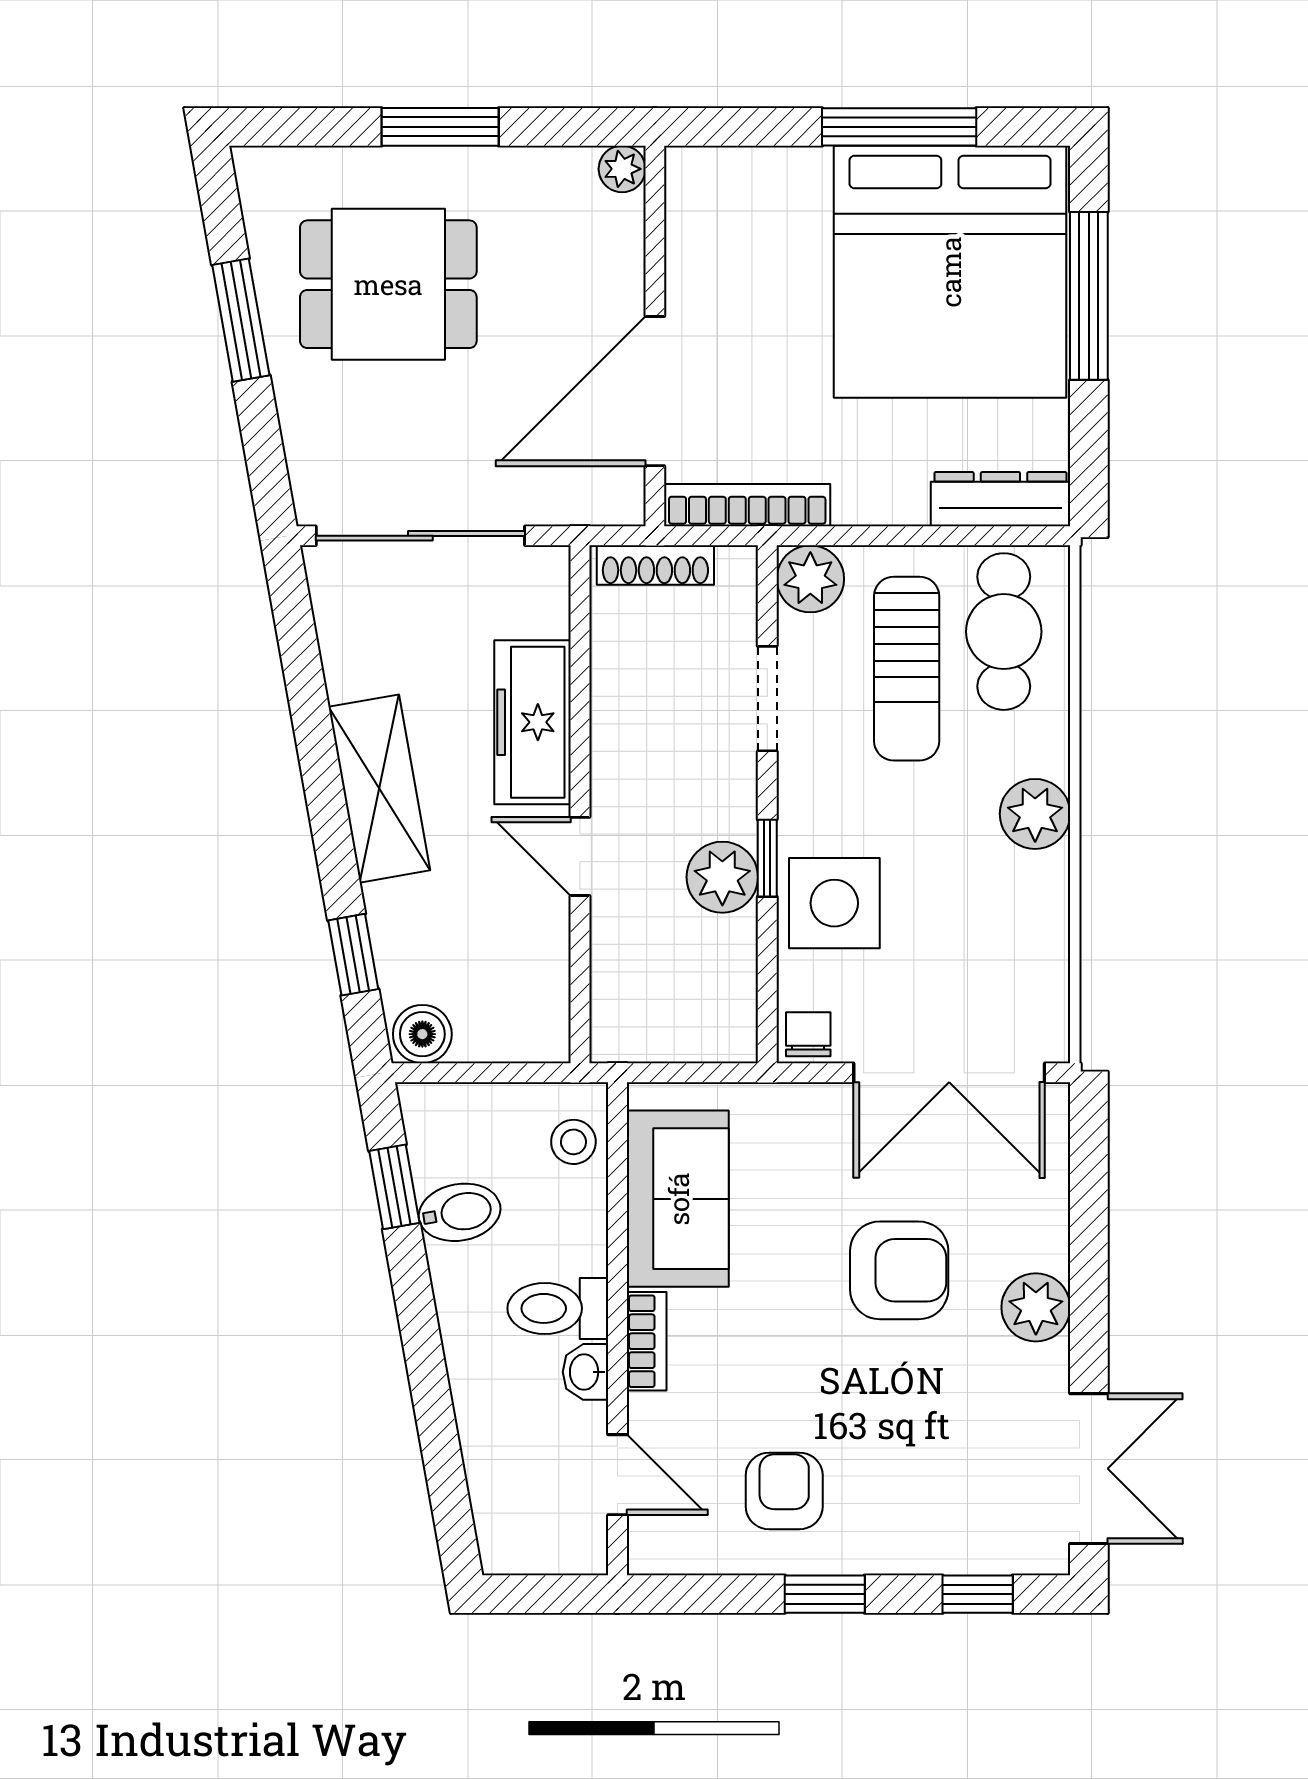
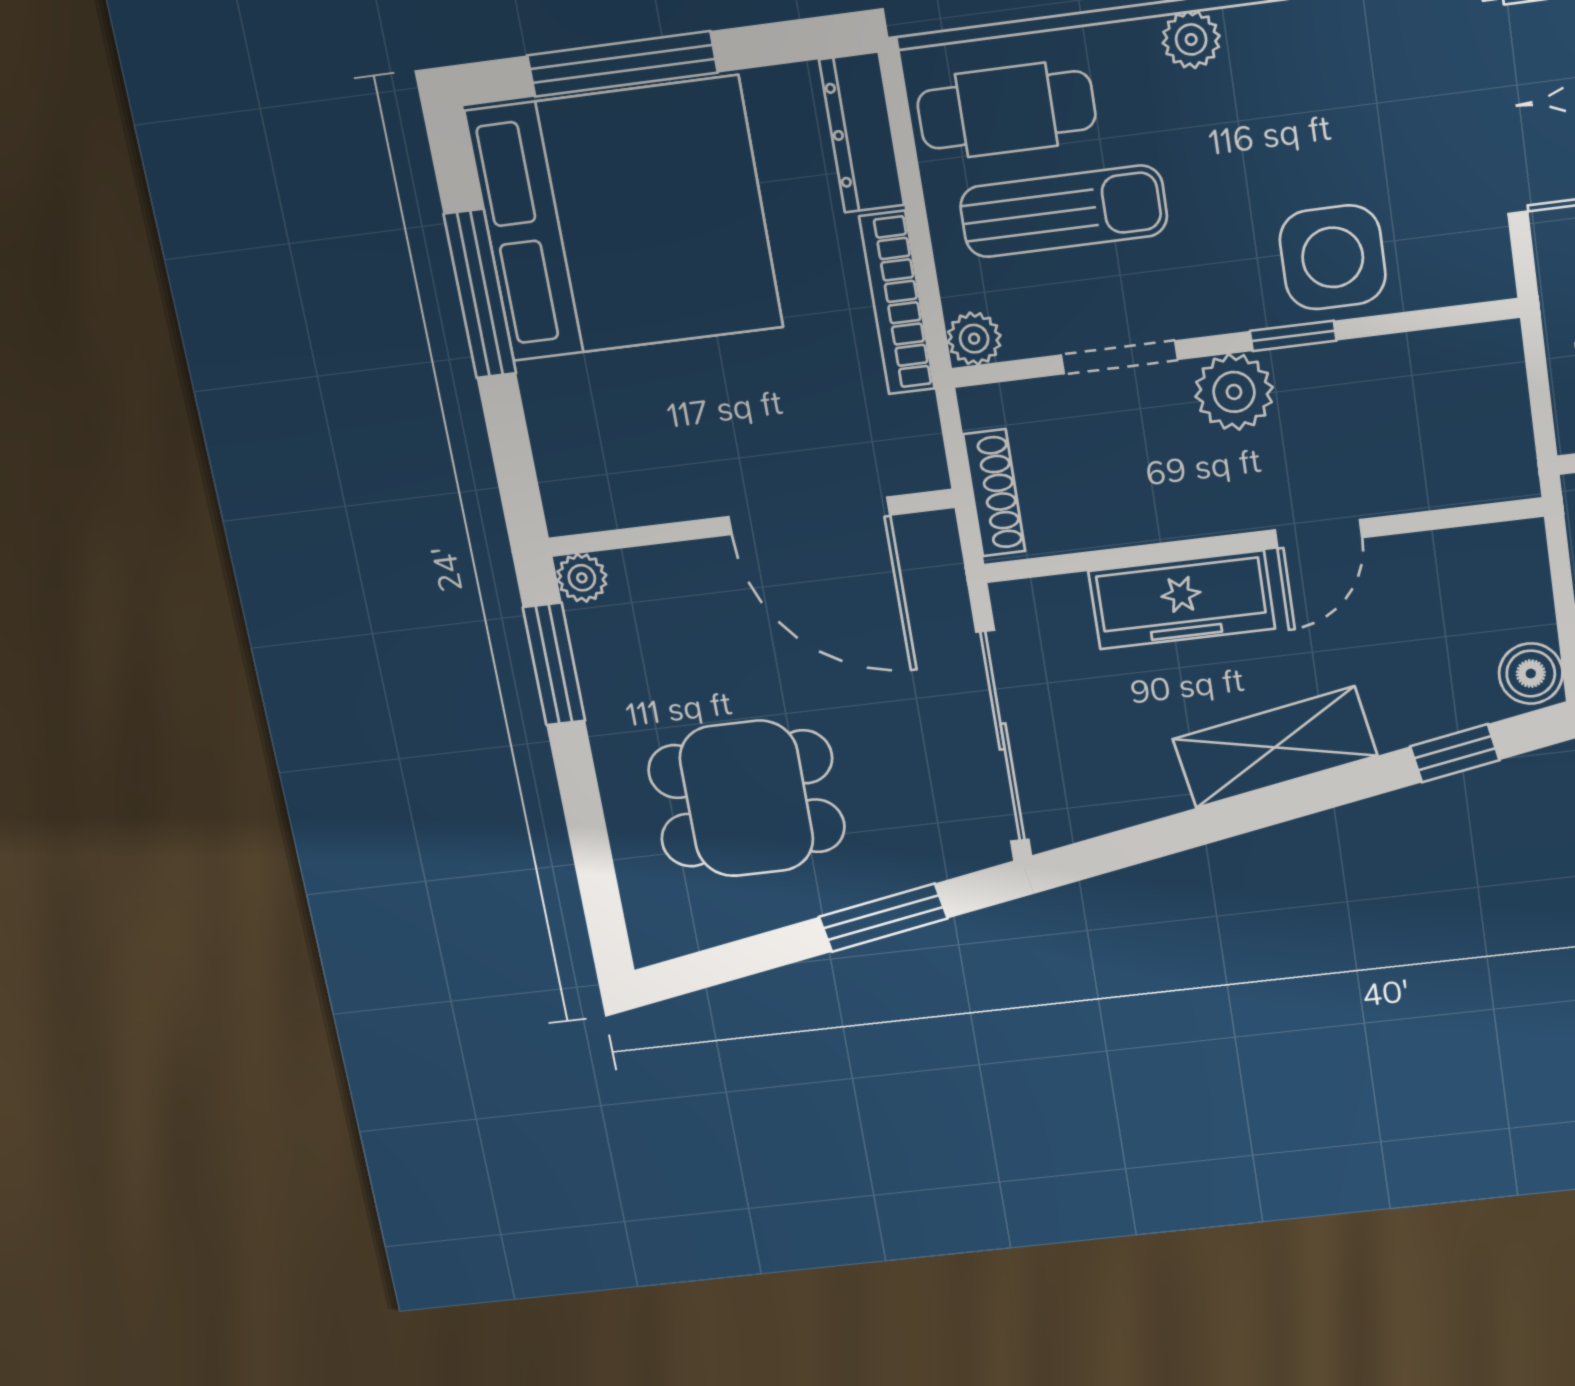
window: (440, 127) -> (554, 664), moved
dining table: (388, 284) -> (747, 799), turned 90
window: (241, 320) -> (883, 918), moved
bookcase: (747, 505) -> (897, 303), moved
plant: (810, 579) -> (974, 339), width x0.73, depth x0.73
plant: (1035, 814) -> (1191, 39), width x0.73, depth x0.73
plant: (722, 877) -> (1234, 392), moved
chair: (808, 1034) -> (1481, 267), removed

